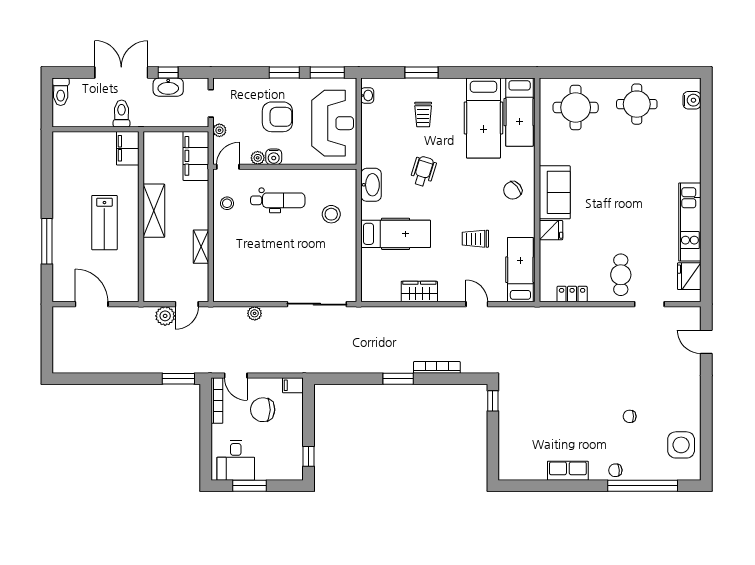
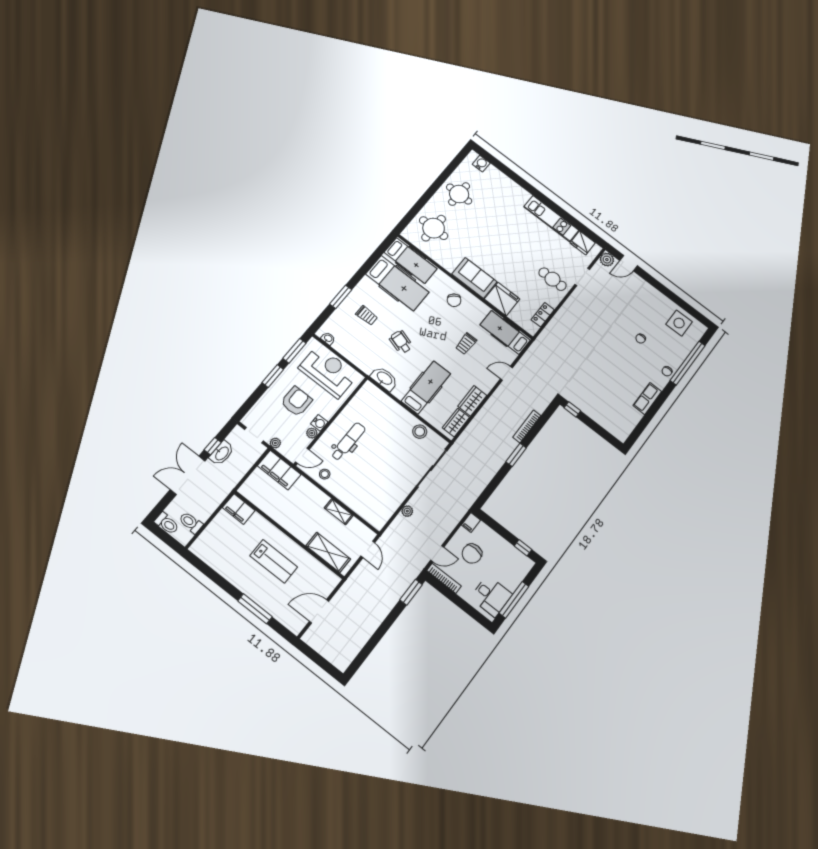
toilet: (122, 114) -> (191, 523), moved
door: (228, 167) -> (302, 456), swing flipped
shelving: (154, 211) -> (328, 552), moved
stool: (331, 214) -> (420, 432), moved
fridge: (551, 230) -> (502, 299), width x1.88, depth x1.34
wardrobe: (383, 292) -> (456, 422), added
plant: (165, 316) -> (607, 260), moved
window: (250, 486) -> (514, 600), width x1.44

